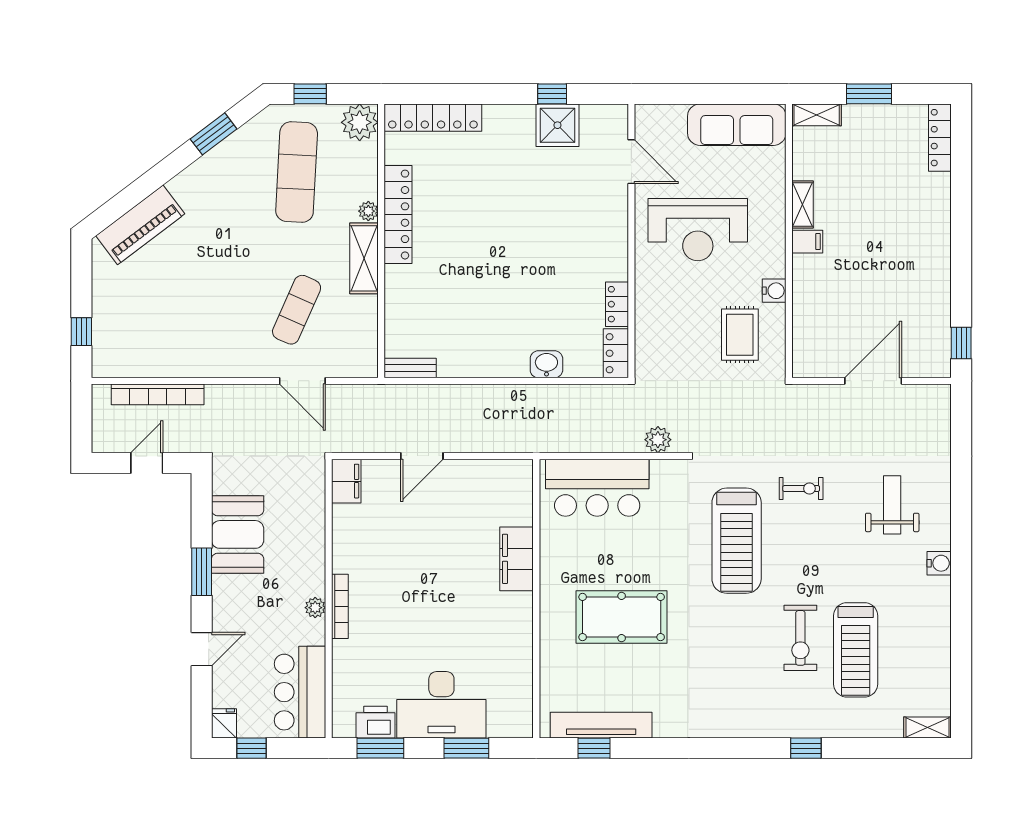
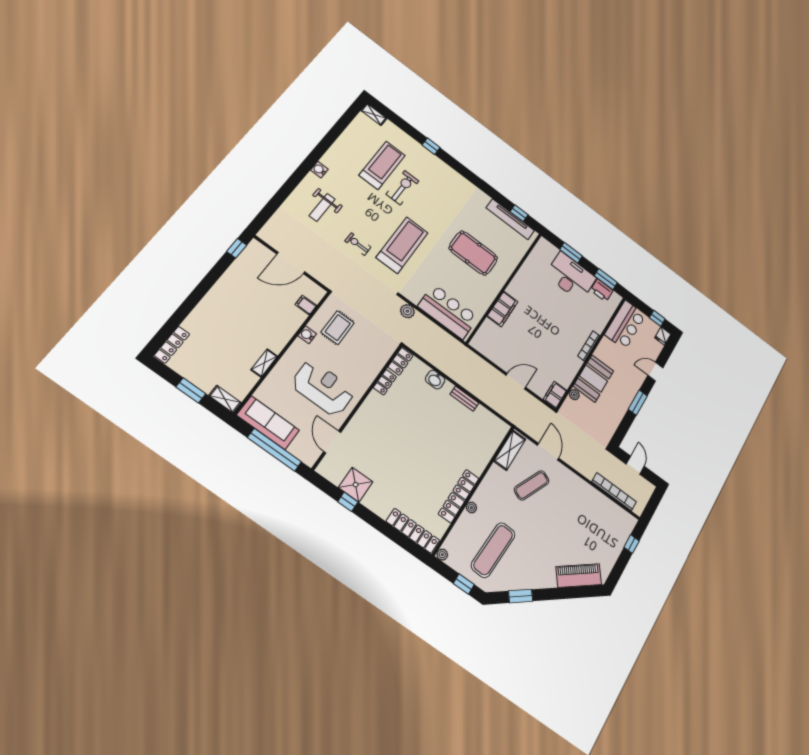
window: (702, 94) -> (274, 450), added
plant: (360, 122) -> (442, 555), width x0.53, depth x0.53
filing cabinet: (807, 242) -> (306, 305), moved
shelving: (364, 258) -> (510, 450), moved
bench: (410, 368) -> (464, 399), moved
door: (147, 463) -> (635, 465), swing flipped
booth: (238, 534) -> (593, 379), moved
plant: (315, 608) -> (574, 395), moved

